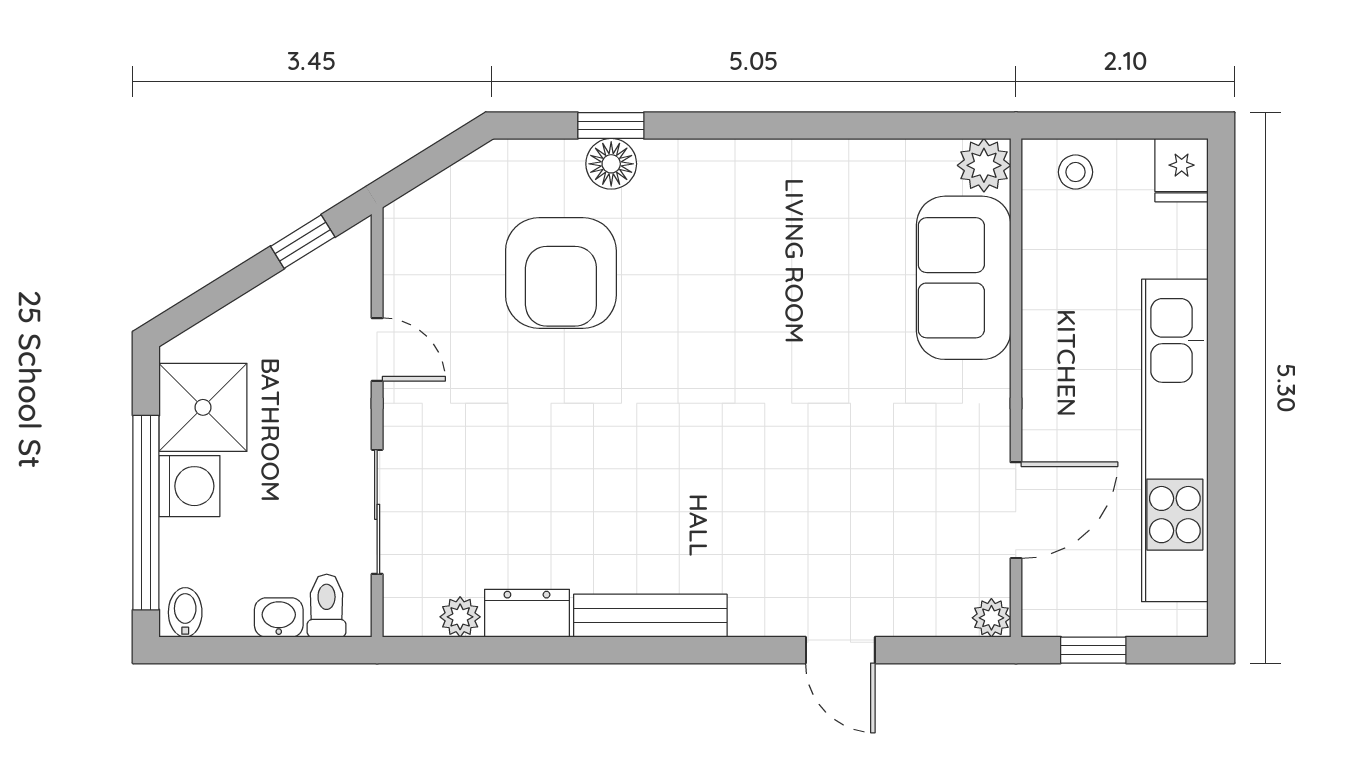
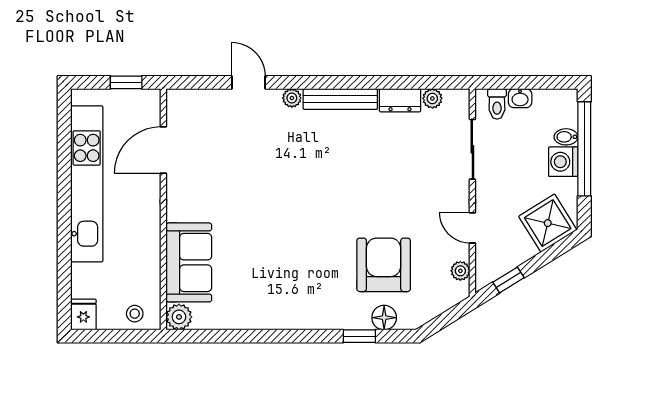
floor lamp: (611, 164) -> (384, 318), moved
plant: (402, 260) -> (460, 271), added
shower: (203, 407) -> (548, 223), moved, turned -32
bidet: (185, 612) -> (566, 137), moved, turned 90
plant: (991, 618) -> (292, 98), moved

